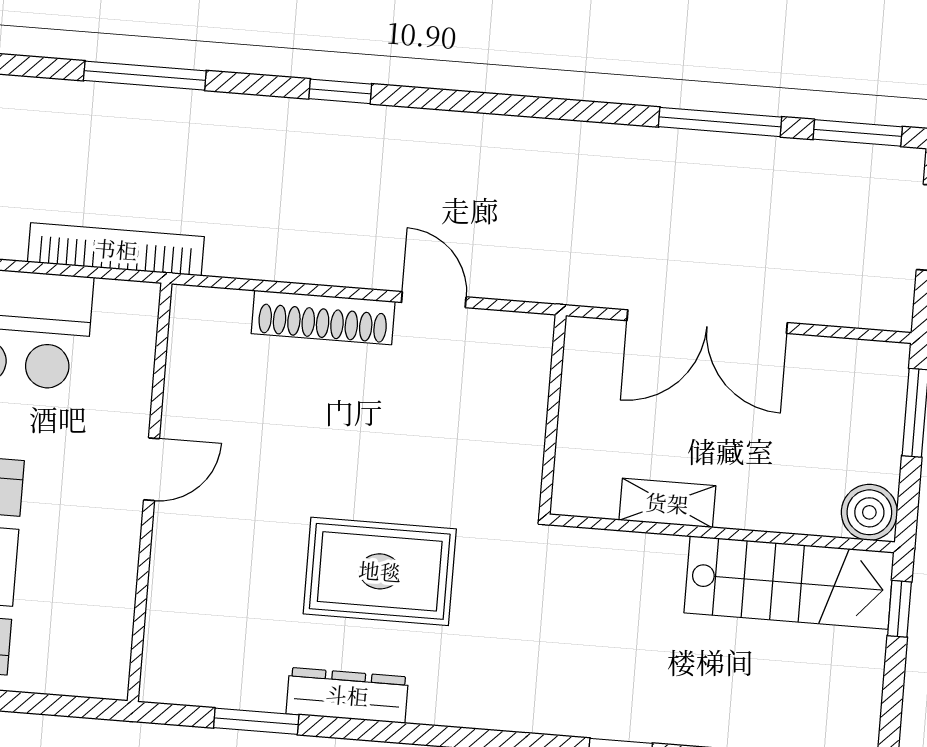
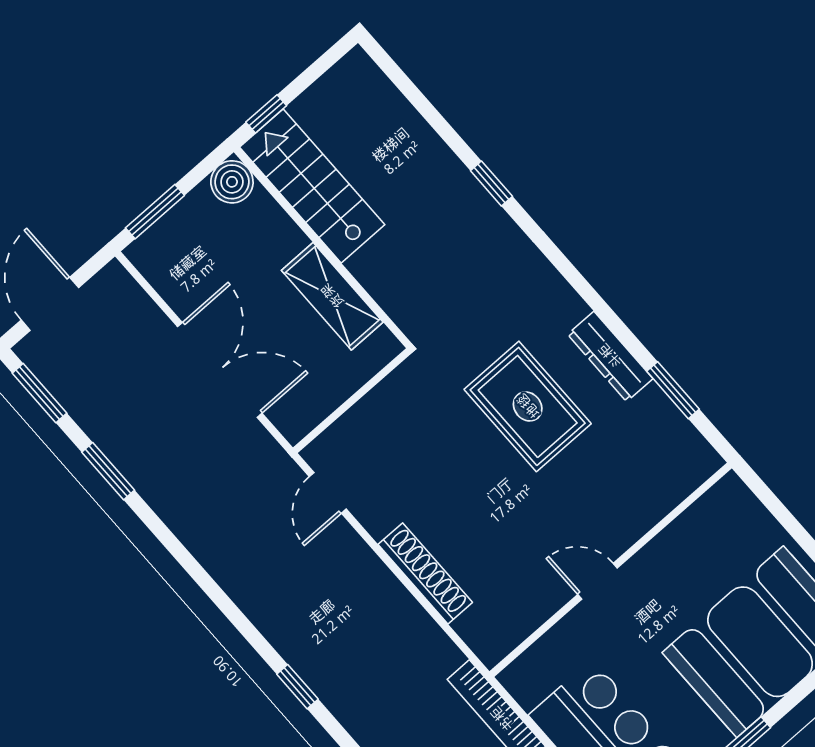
window: (720, 122) -> (108, 471), width x0.69
door: (434, 300) -> (328, 493), moved
shelving: (667, 503) -> (332, 296), width x1.50, depth x1.33

